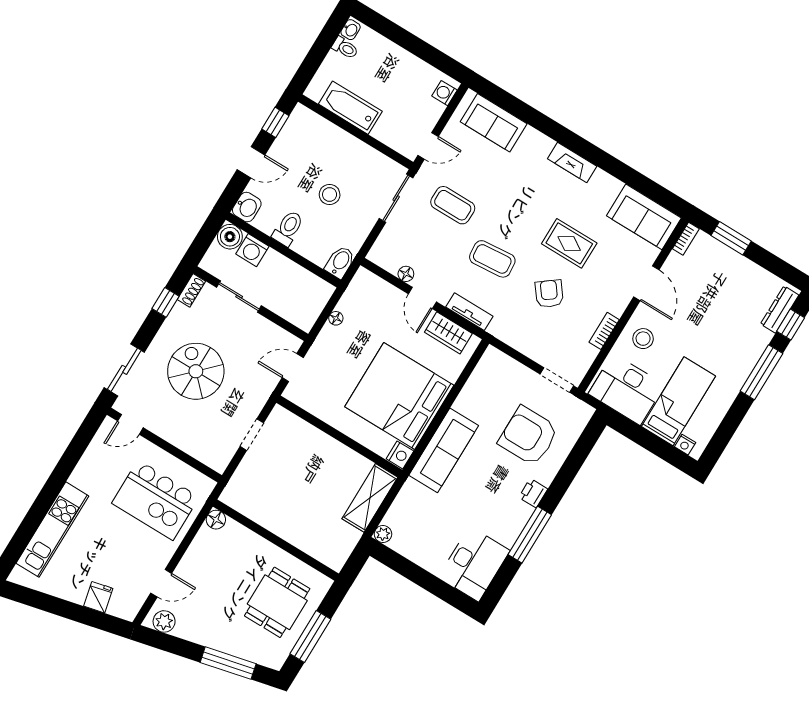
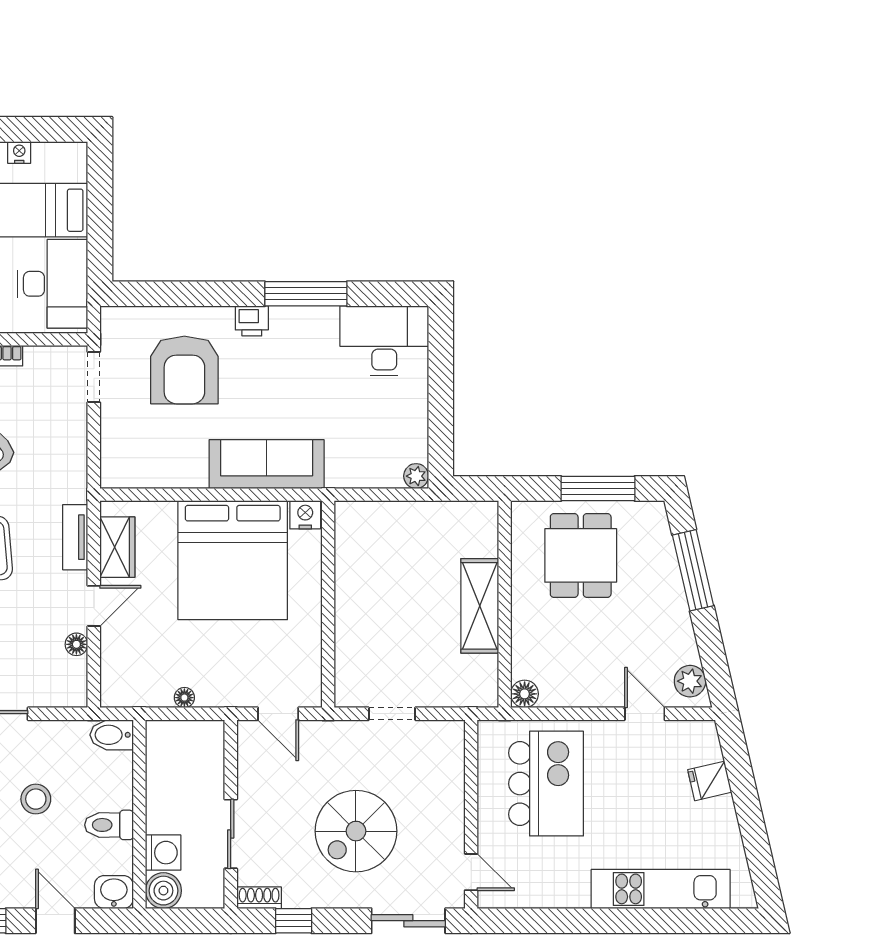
nightstand: (685, 445) -> (19, 152), moved, turned -90
shelving: (370, 498) -> (480, 606), moved, turned 90
dining table: (277, 602) -> (581, 555), turned 90

